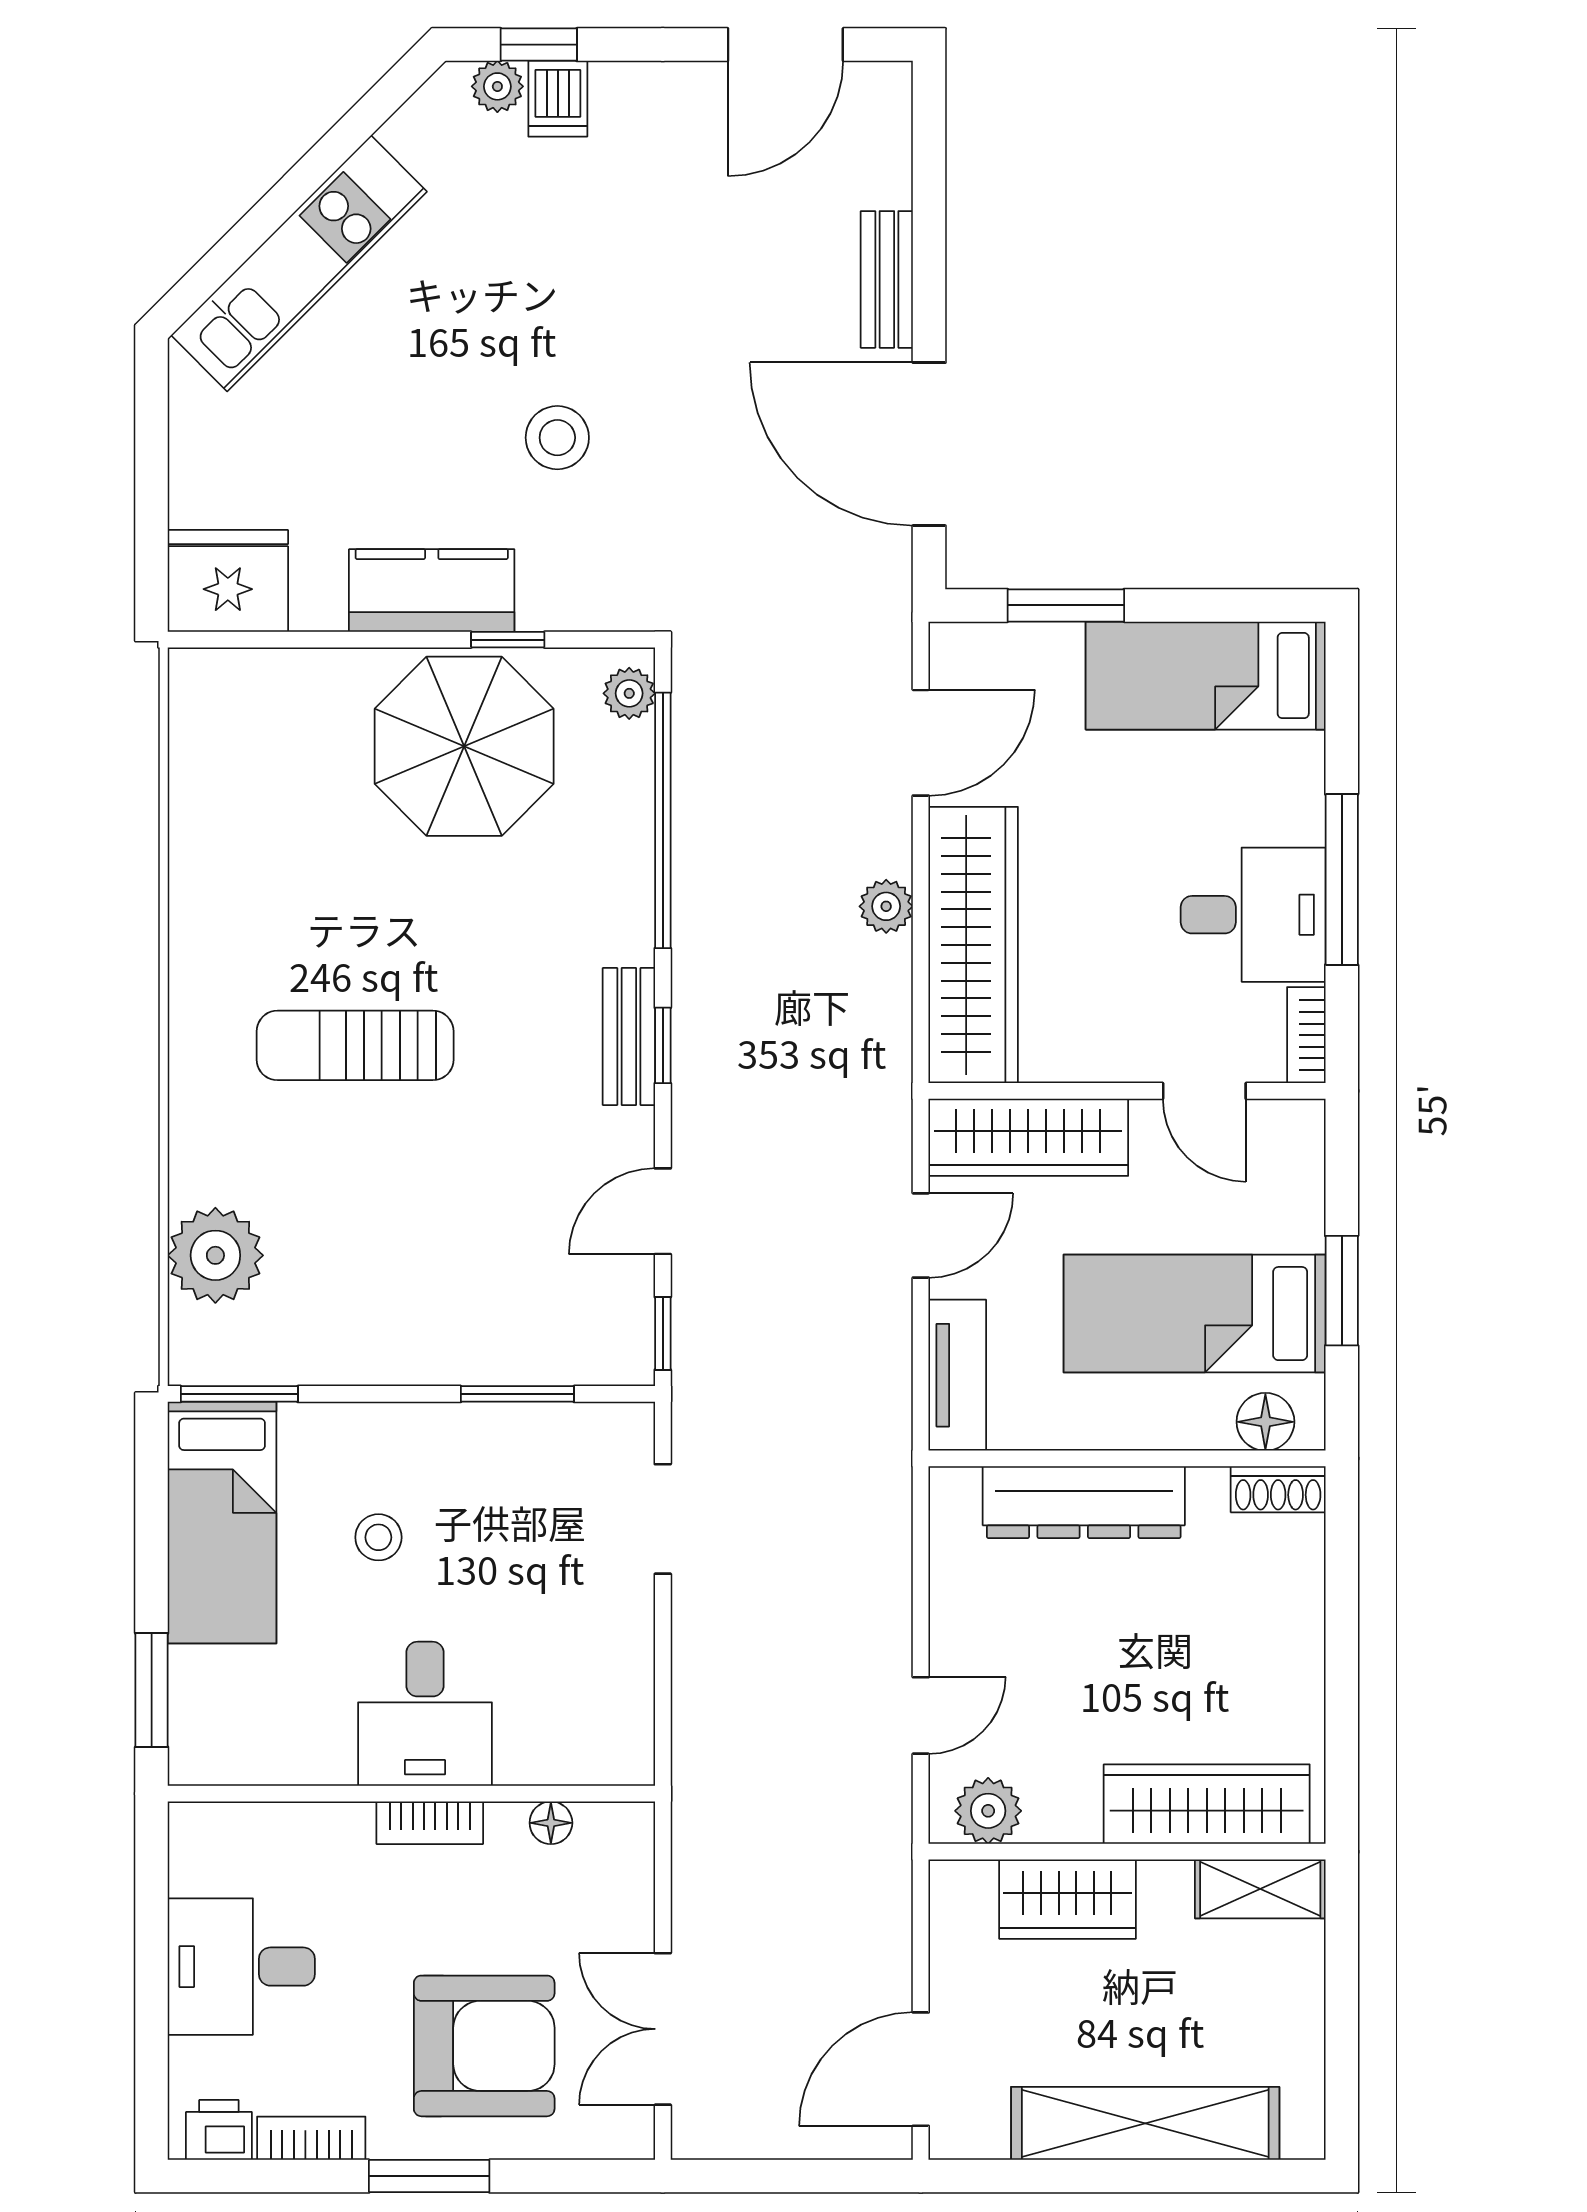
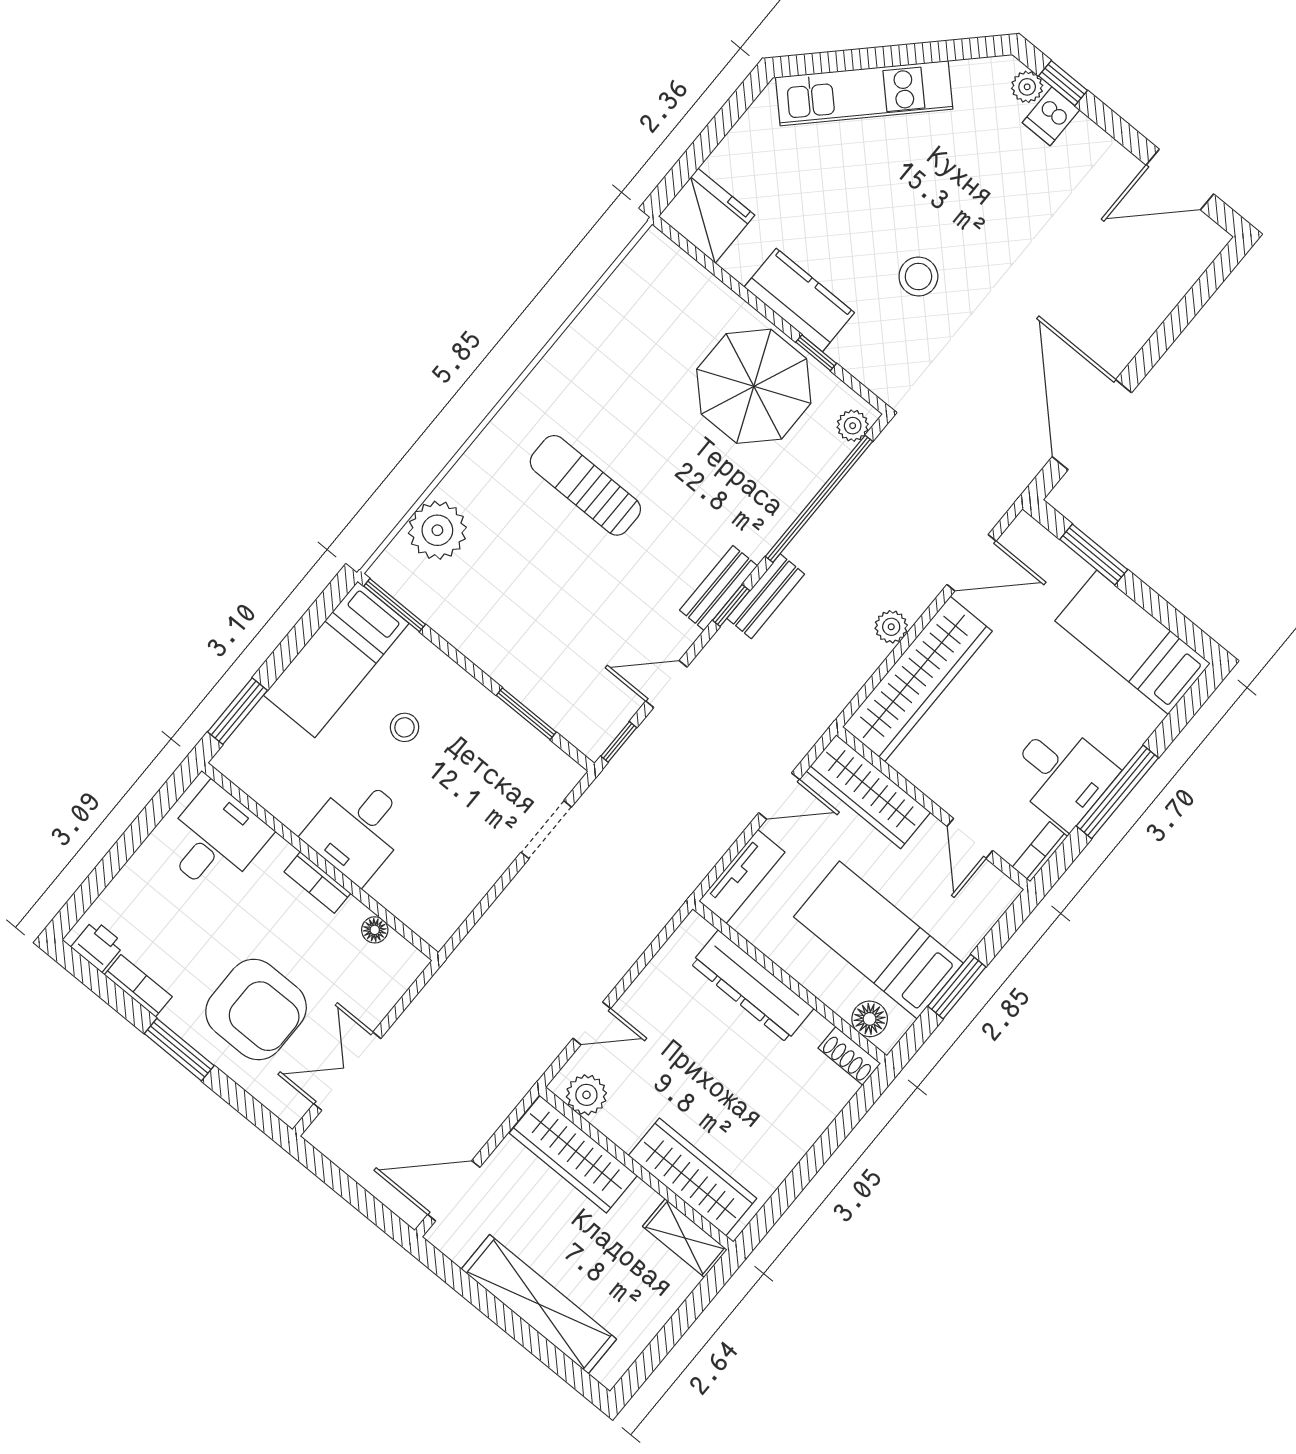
bench: (887, 279) -> (766, 596), moved
wardrobe: (1067, 1899) -> (573, 1154), width x1.50
desk: (241, 1967) -> (215, 840), moved, turned 90

